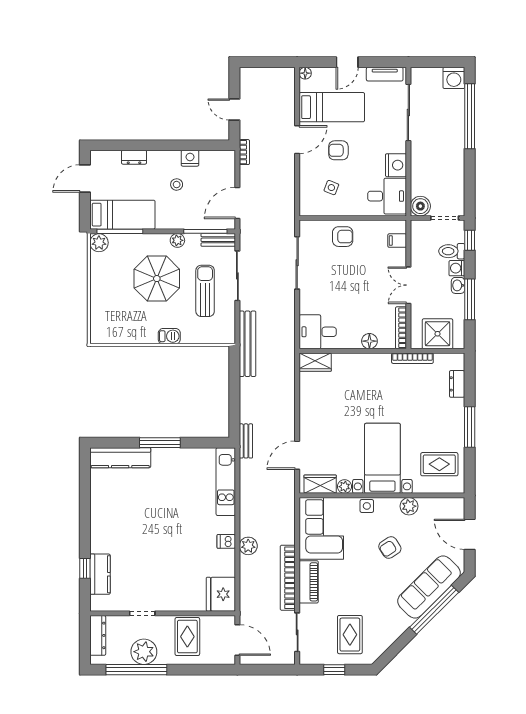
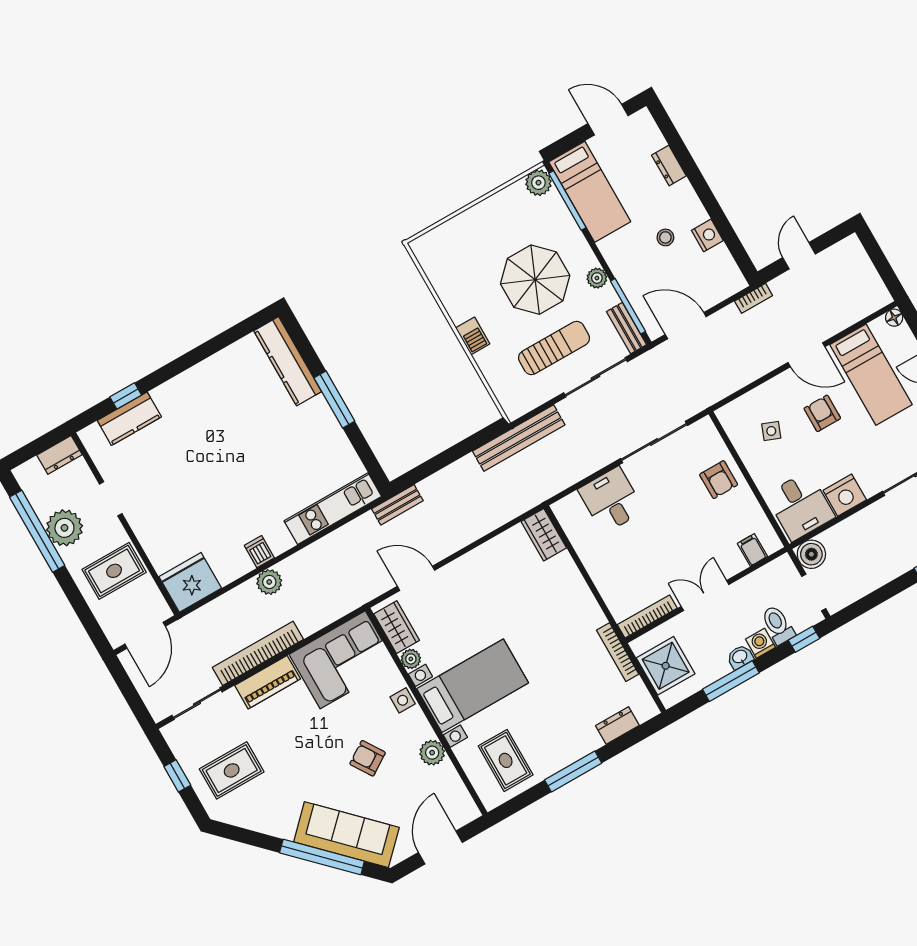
desk: (318, 332) -> (611, 500), moved
floor lamp: (369, 341) -> (608, 587), removed
dresser: (98, 635) -> (59, 455), width x0.70

